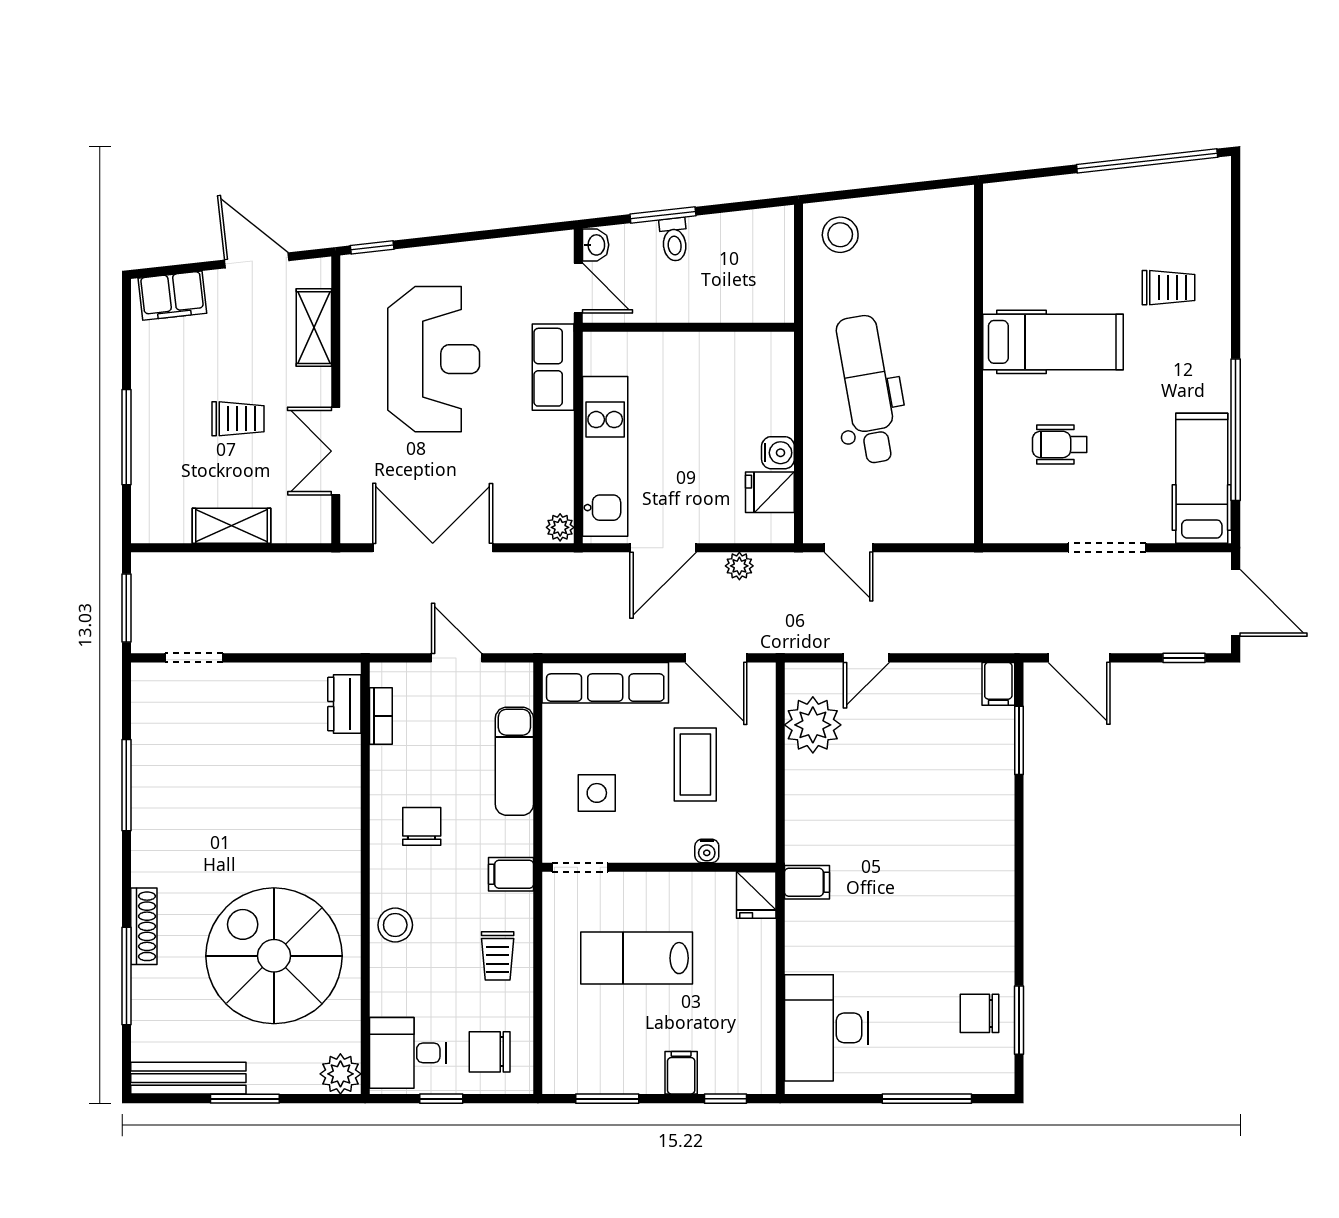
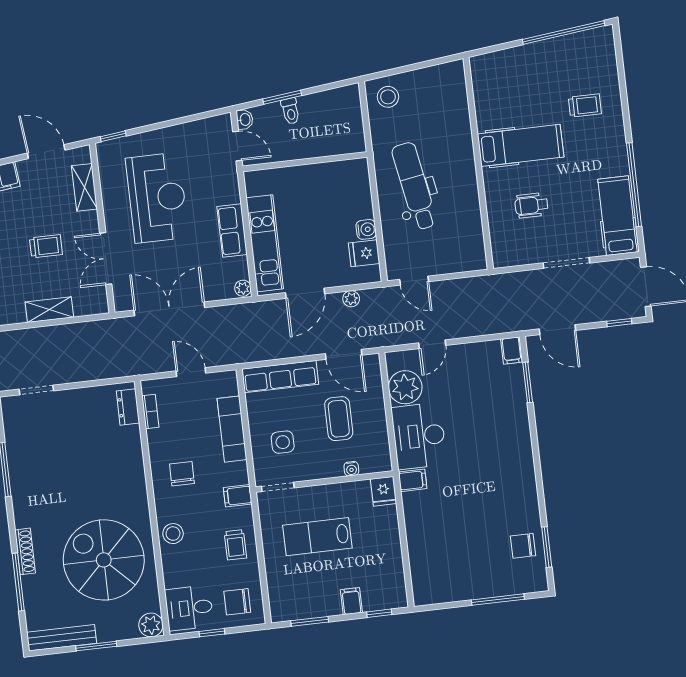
row of seats: (553, 367) -> (232, 231), moved
desk: (826, 1028) -> (419, 436), moved

